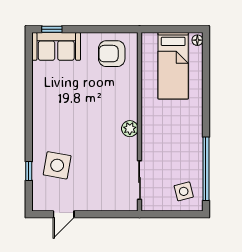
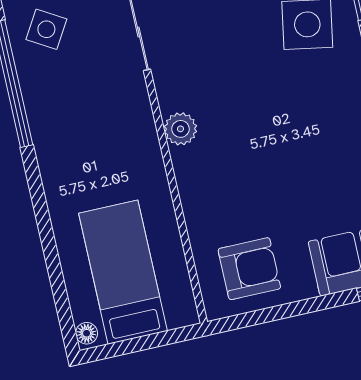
side table: (184, 191) -> (46, 29), turned 45

